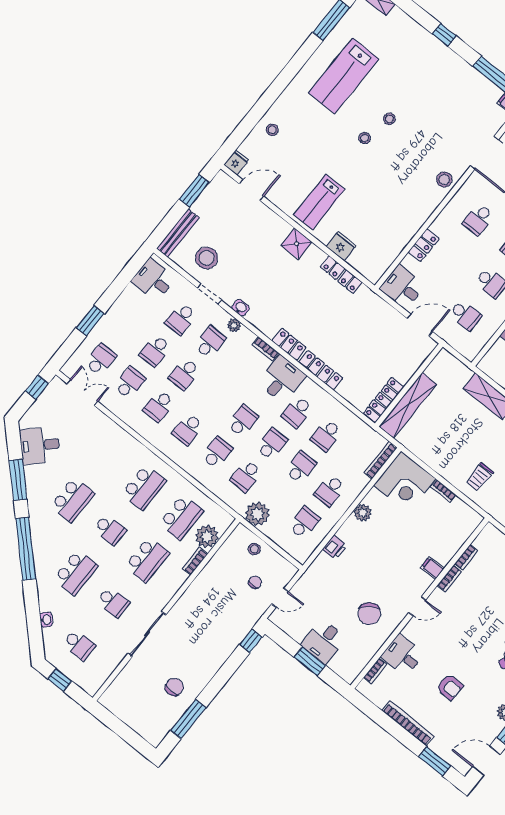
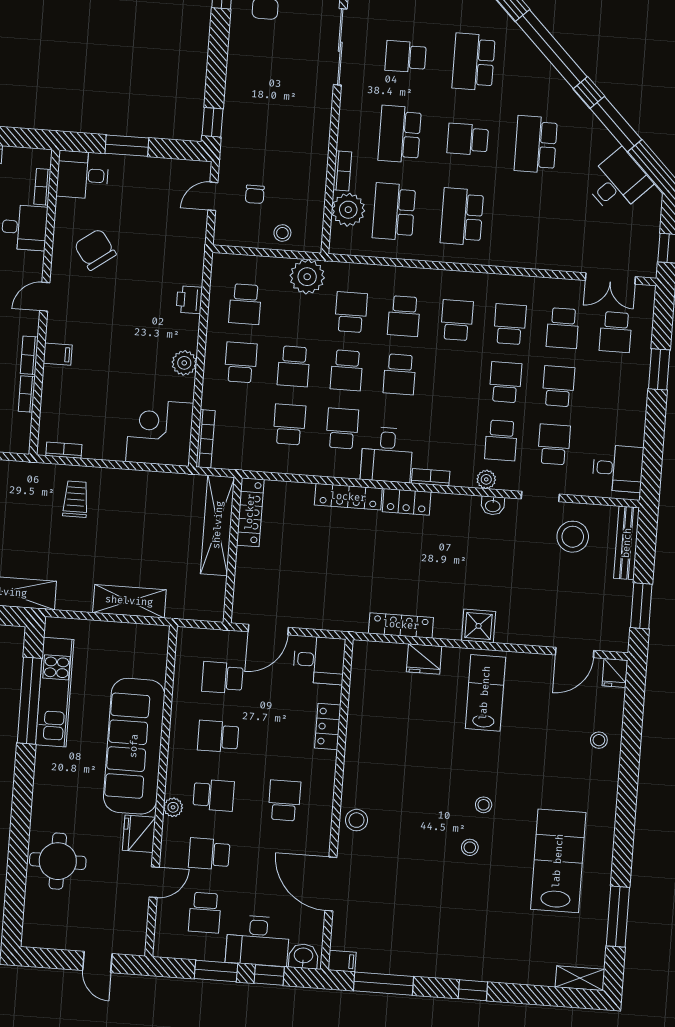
bookcase: (443, 491) -> (64, 450), moved
desk: (324, 641) -> (83, 175), moved, turned -90

